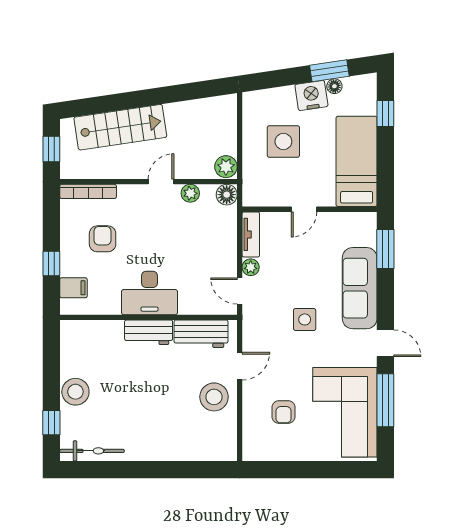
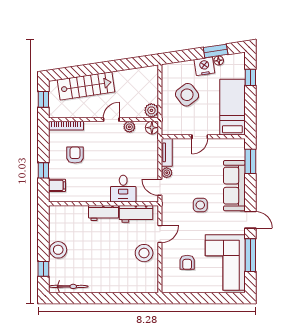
side table: (283, 142) -> (187, 95), turned -38
desk: (149, 293) -> (123, 189), moved, width x0.73

